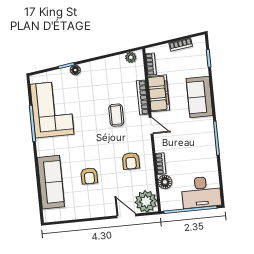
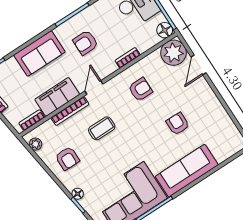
armchair: (107, 76) -> (67, 158), added
armchair: (189, 137) -> (85, 43), added
armchair: (89, 176) -> (178, 124), turned -89
sofa: (51, 182) -> (187, 171), moved
floor lamp: (165, 182) -> (165, 30), moved

